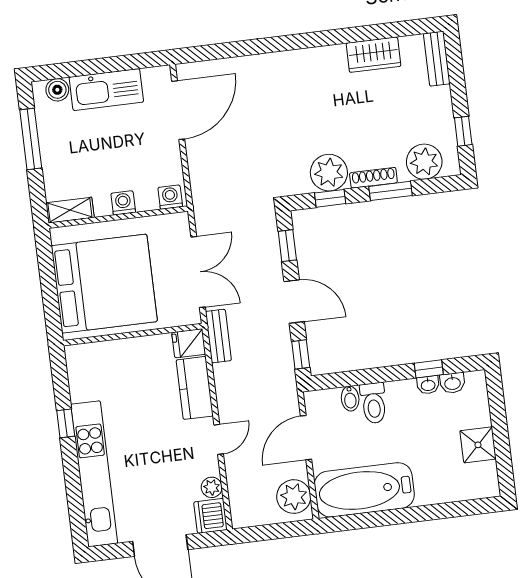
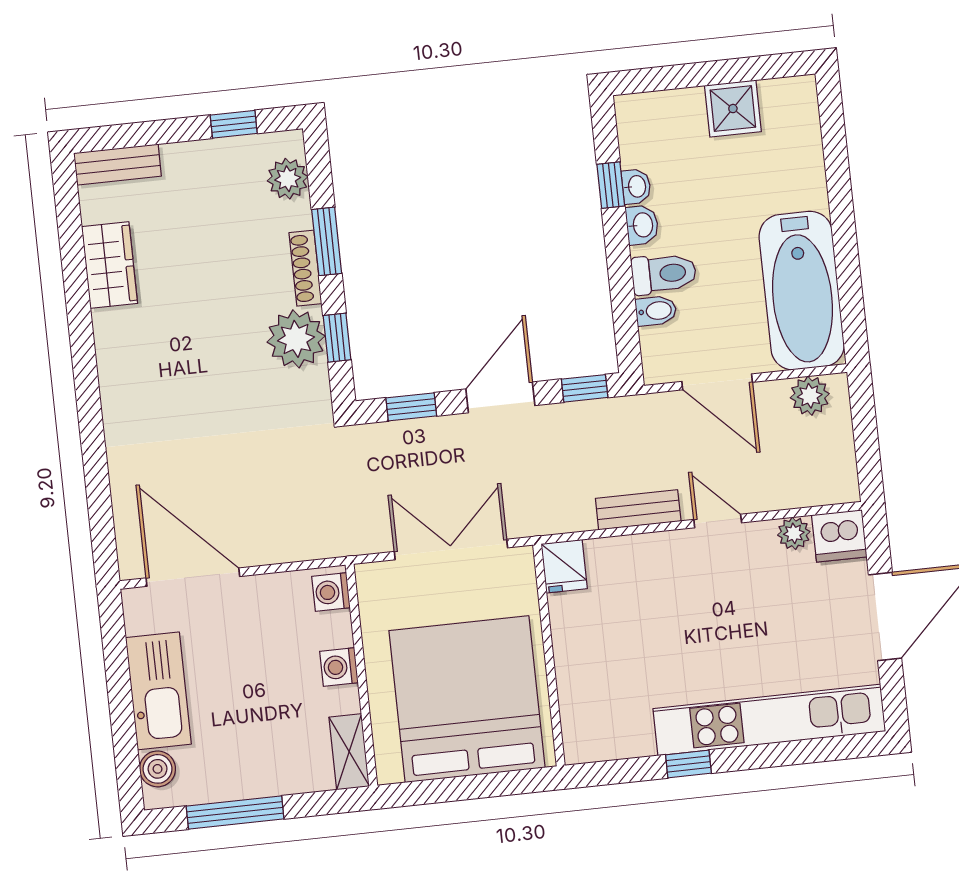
plant: (424, 162) -> (288, 179), width x0.73, depth x0.73
bench: (218, 336) -> (638, 510), moved
washbasin: (452, 383) -> (642, 225), moved
kitchen counter: (195, 388) -> (635, 558), removed
plant: (294, 497) -> (810, 396), width x0.73, depth x0.73

